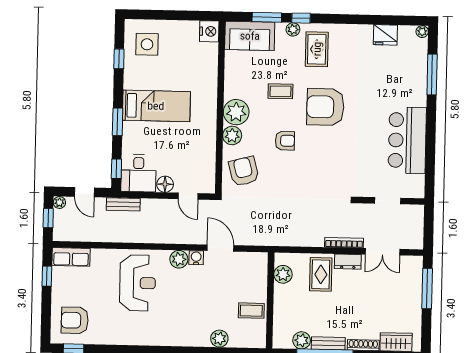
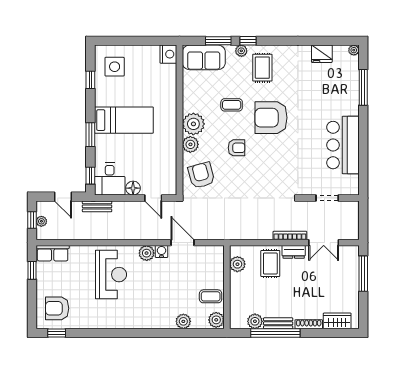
plant: (59, 203) -> (41, 221), moved
plant: (257, 338) -> (216, 320), added

